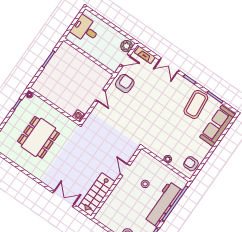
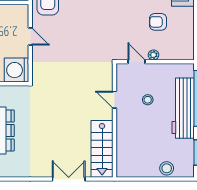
washing machine: (79, 116) -> (16, 70), width x1.89, depth x1.89
door: (154, 156) -> (137, 62), added
armchair: (191, 164) -> (158, 22), moved

